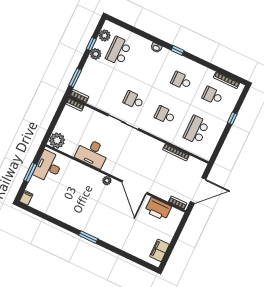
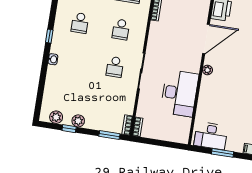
school desk: (118, 51) -> (68, 98), removed
plant: (57, 140) -> (181, 135), removed
desk: (92, 153) -> (179, 93), width x1.36, depth x1.30

